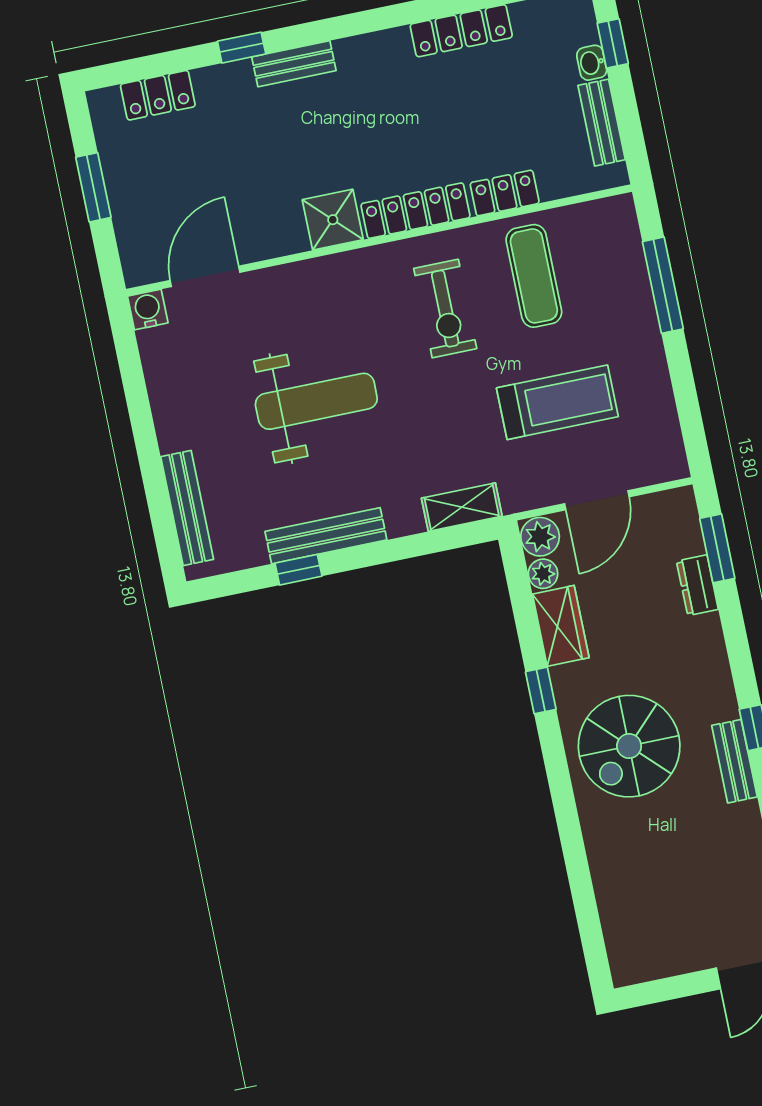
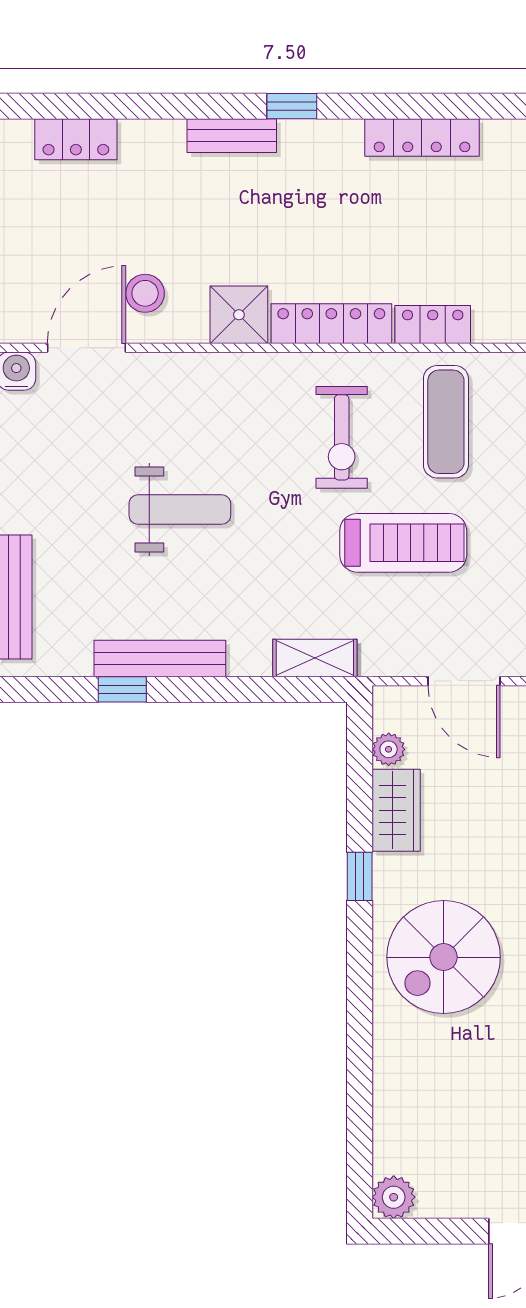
window: (242, 48) -> (292, 106), moved
stool: (247, 218) -> (145, 293), added
weight bench: (316, 401) -> (180, 510), width x0.73, depth x0.75
treadmill: (557, 402) -> (403, 543), moved
door: (597, 500) -> (464, 681), hinge flipped
plant: (540, 537) -> (394, 1197), moved

